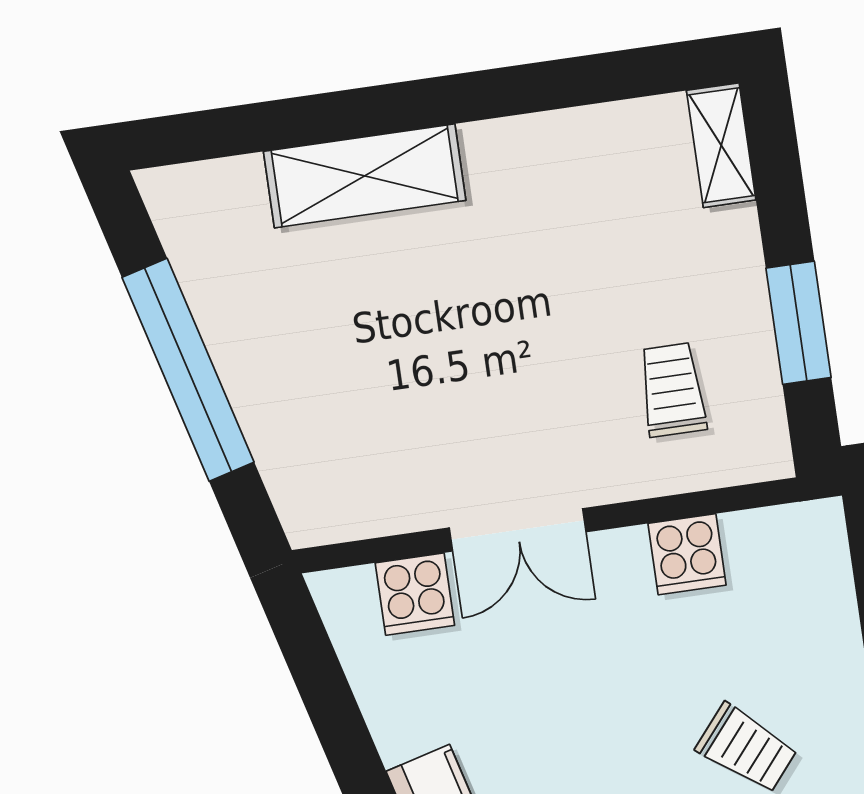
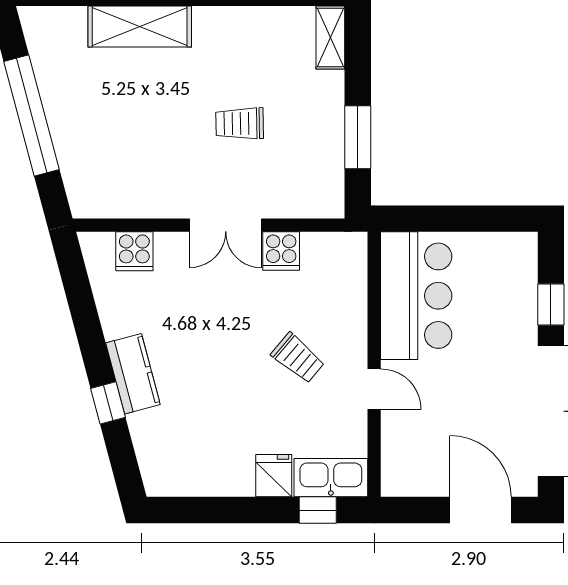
trolley: (672, 390) -> (240, 123), moved, turned -91
double door: (518, 530) -> (226, 225), moved

